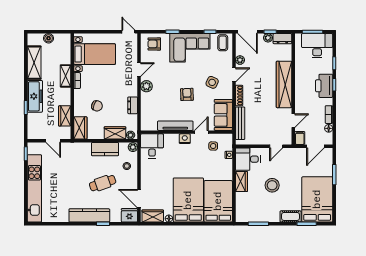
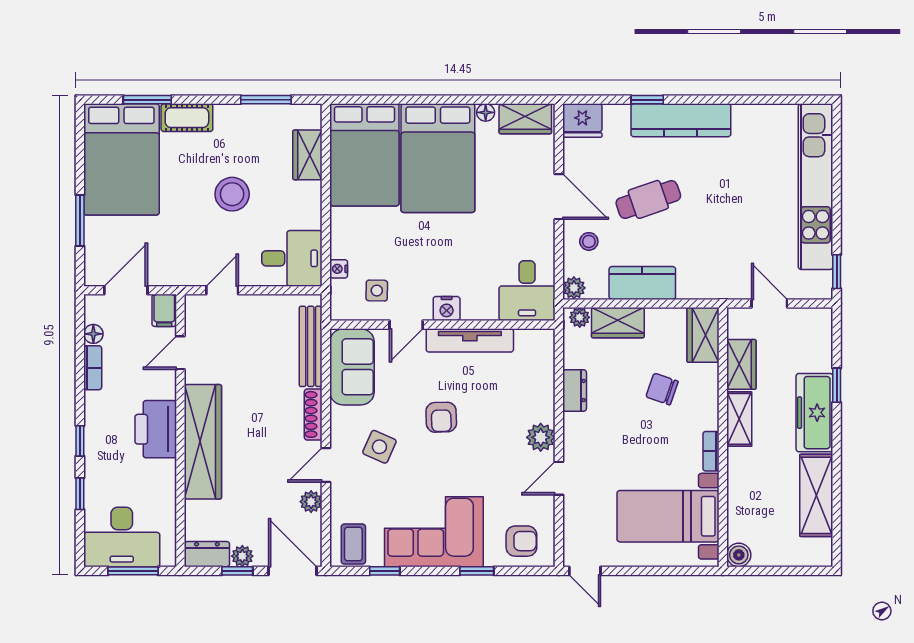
boiler: (49, 38) -> (739, 555), moved
shelving: (66, 76) -> (739, 419), moved
printer: (324, 86) -> (156, 429), moved, turned 180
wardrobe: (241, 182) -> (307, 155), moved
door: (139, 199) -> (559, 197), moved

